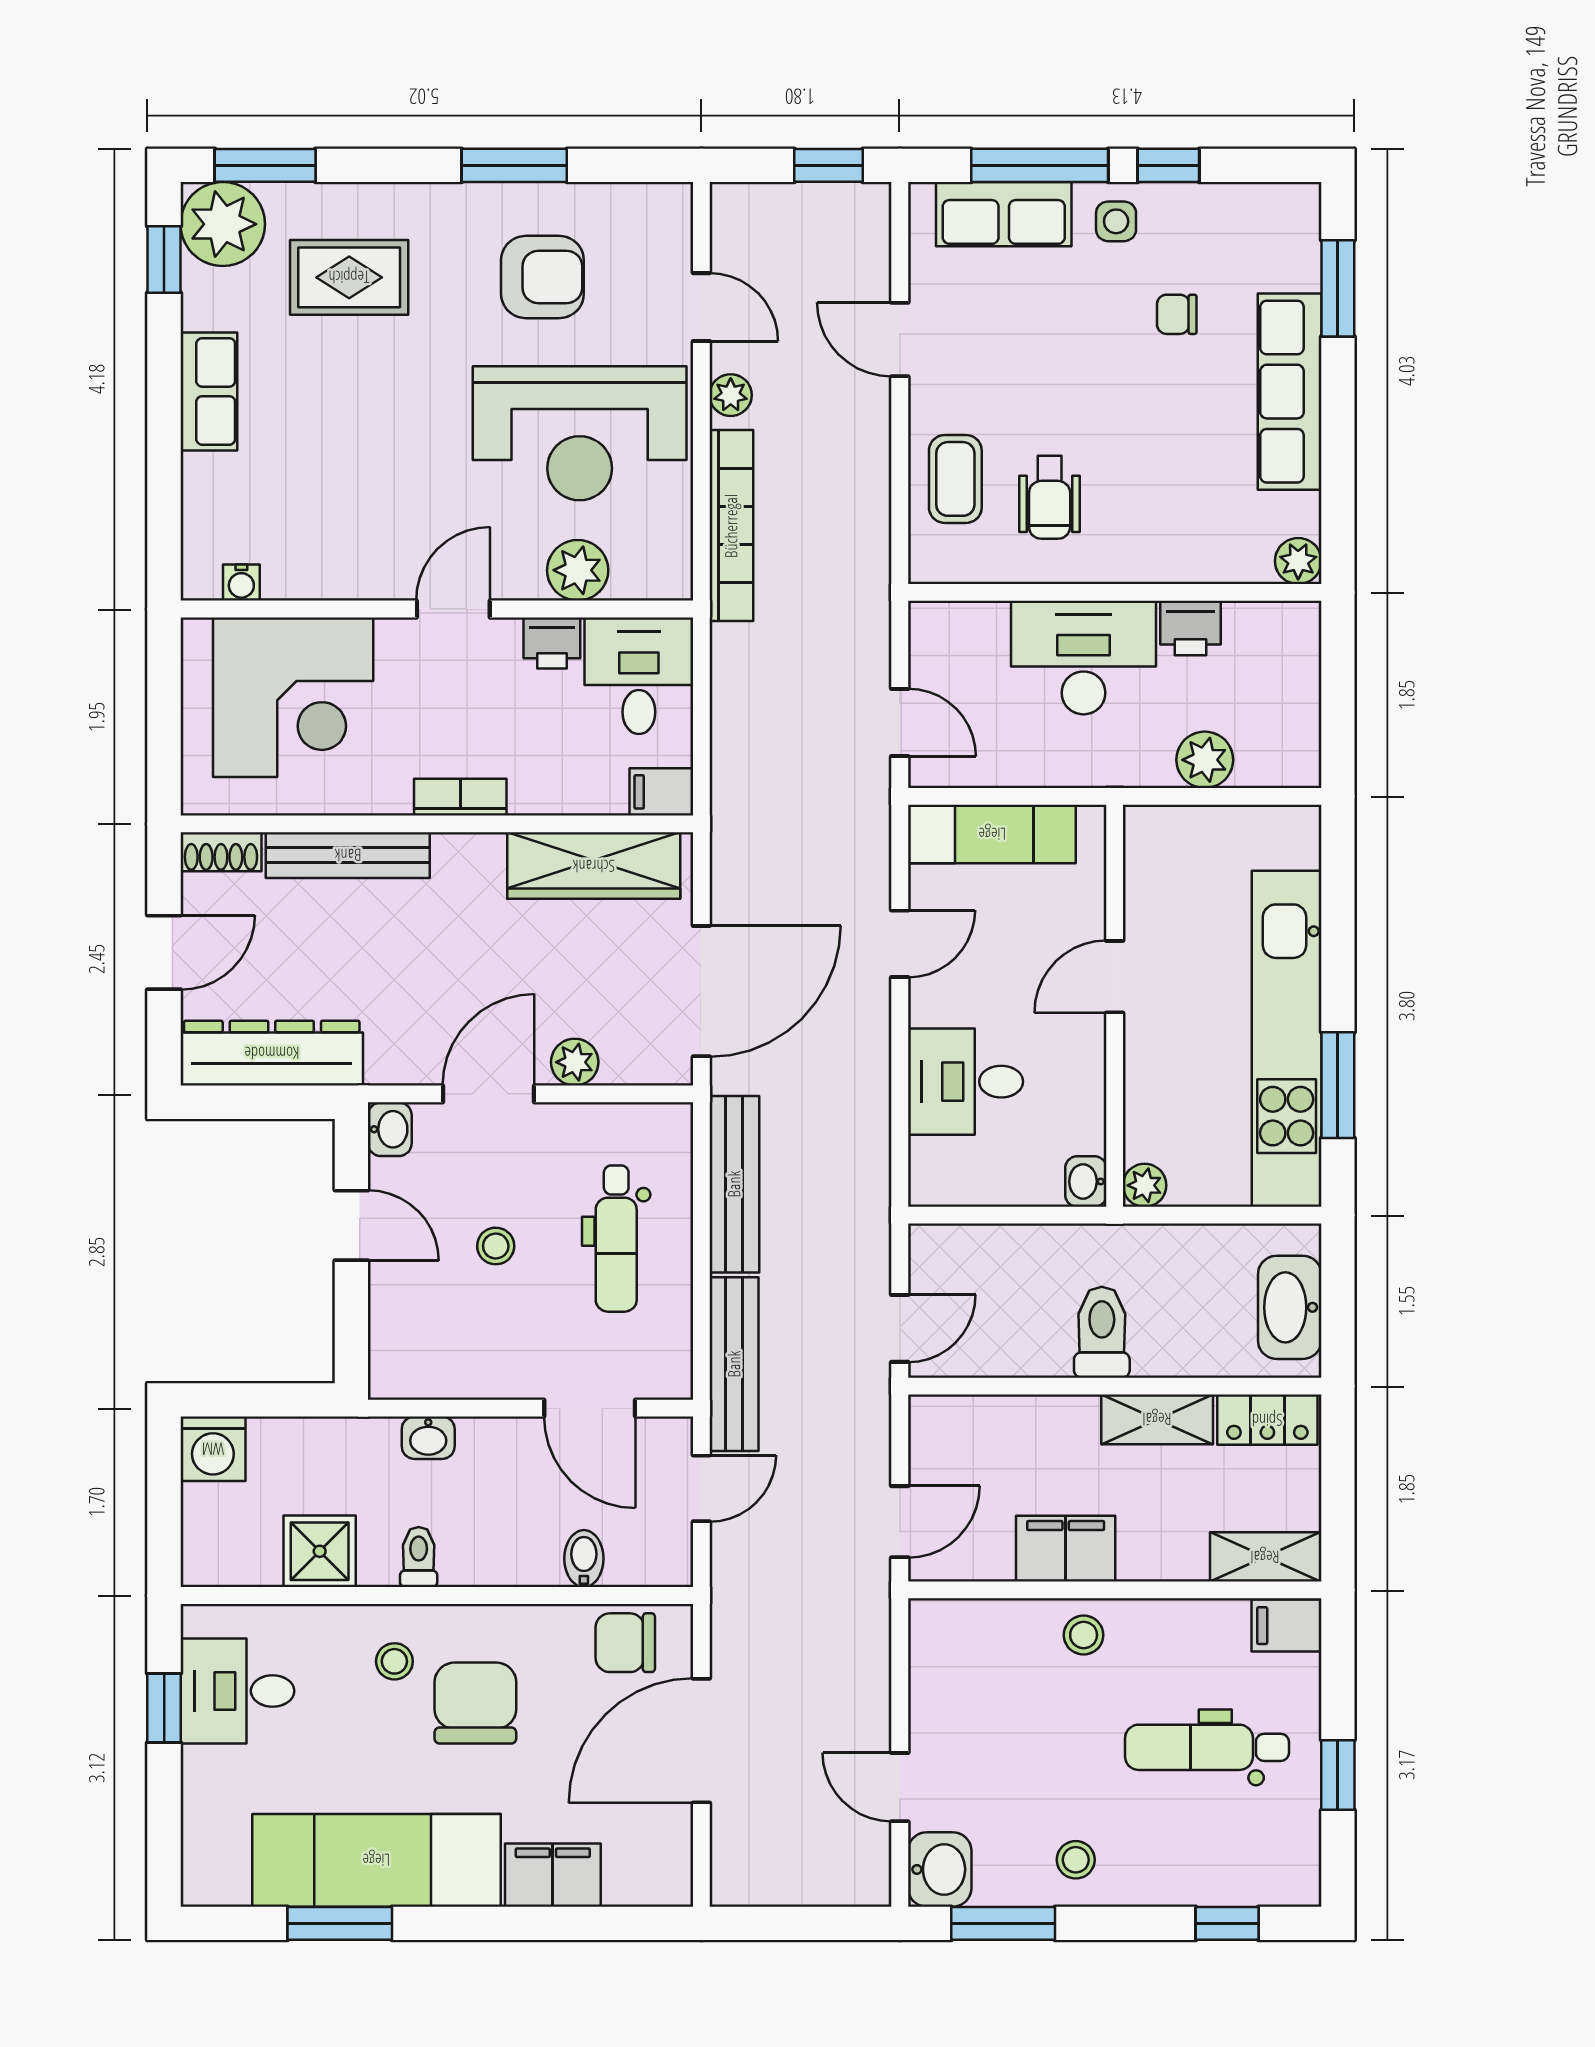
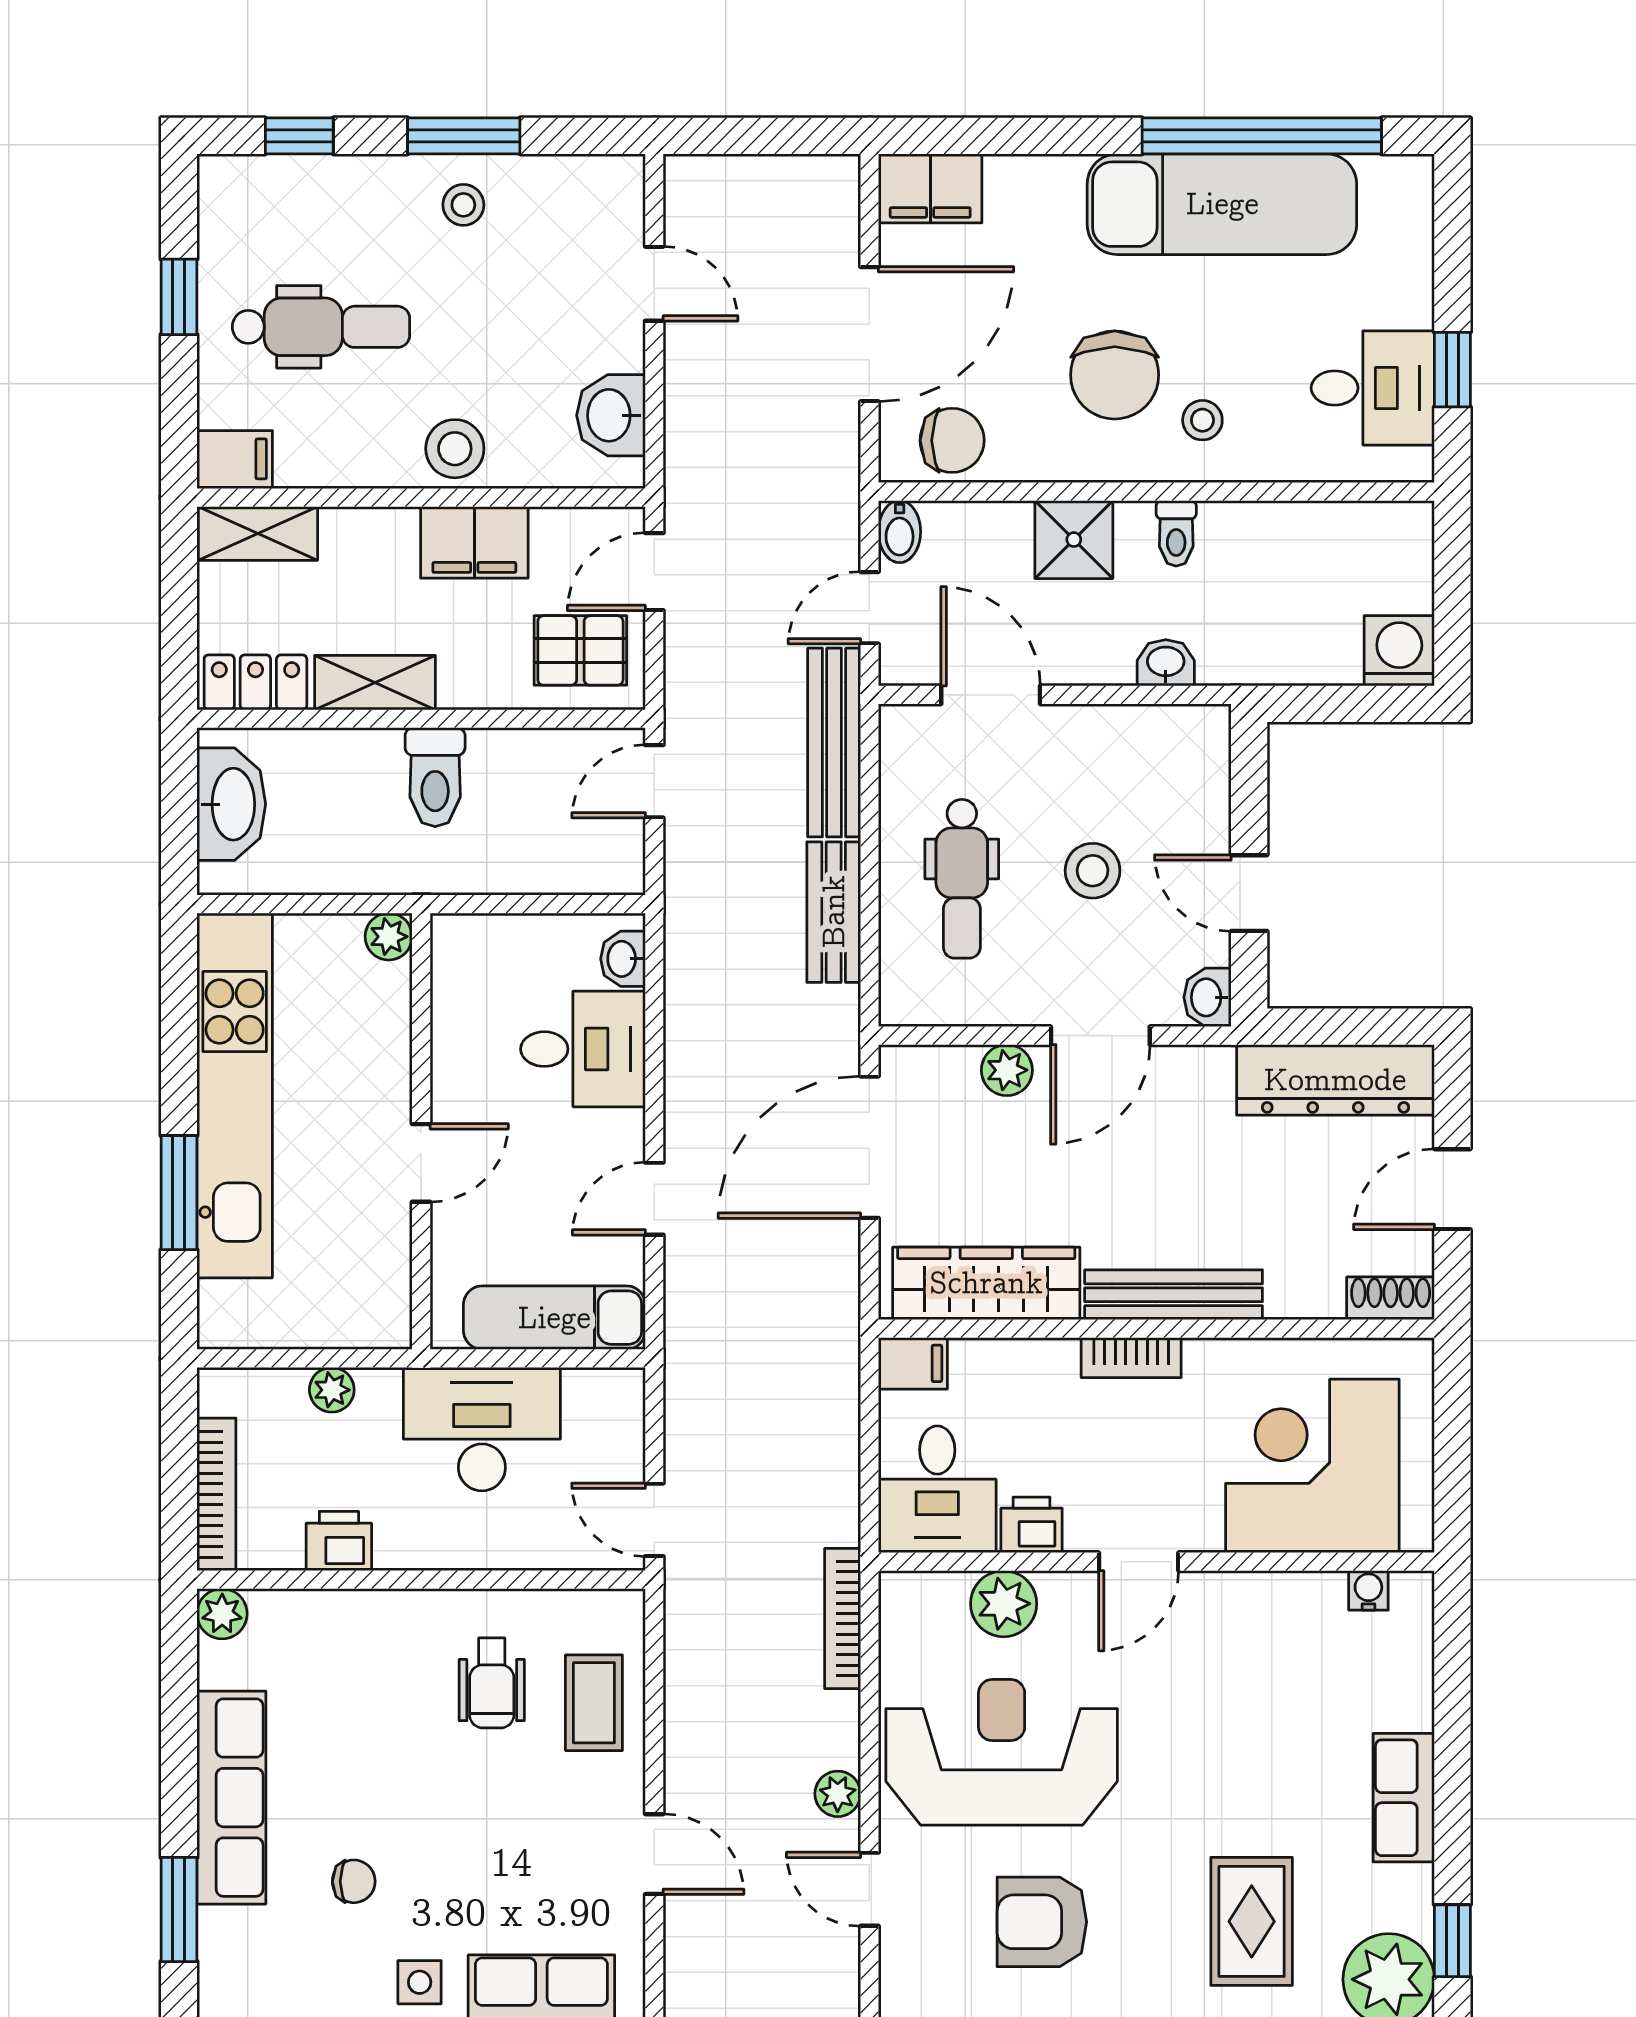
rug: (349, 277) -> (1252, 1921), turned 90
wheelchair: (1050, 497) -> (492, 1683), turned 180
bookcase: (731, 526) -> (843, 1619), width x0.68, depth x0.76
desk: (1084, 658) -> (482, 1429), moved, turned 180
bookcase: (1303, 671) -> (216, 1494), added
door: (900, 722) -> (654, 1520), moved
plant: (1205, 760) -> (332, 1390), width x0.73, depth x0.73
bench: (348, 855) -> (1174, 1295), moved
window: (1338, 1085) -> (179, 1193), moved
washbasin: (1086, 1181) -> (623, 959), moved, turned 180
bench: (734, 1184) -> (834, 912), width x0.73
dental chair: (616, 1239) -> (962, 879), turned 180
stool: (496, 1246) -> (1093, 871), width x1.37, depth x1.37
pallet: (968, 1449) -> (580, 650), added
shower: (320, 1551) -> (1074, 540), moved
bidet: (584, 1559) -> (900, 532), moved
stool: (1084, 1635) -> (455, 449), width x1.37, depth x1.37
washbasin: (940, 1869) -> (611, 415), moved
filing cabinet: (553, 1875) -> (930, 188), moved
window: (340, 1923) -> (1262, 136), width x2.11
window: (1003, 1923) -> (464, 136), moved

